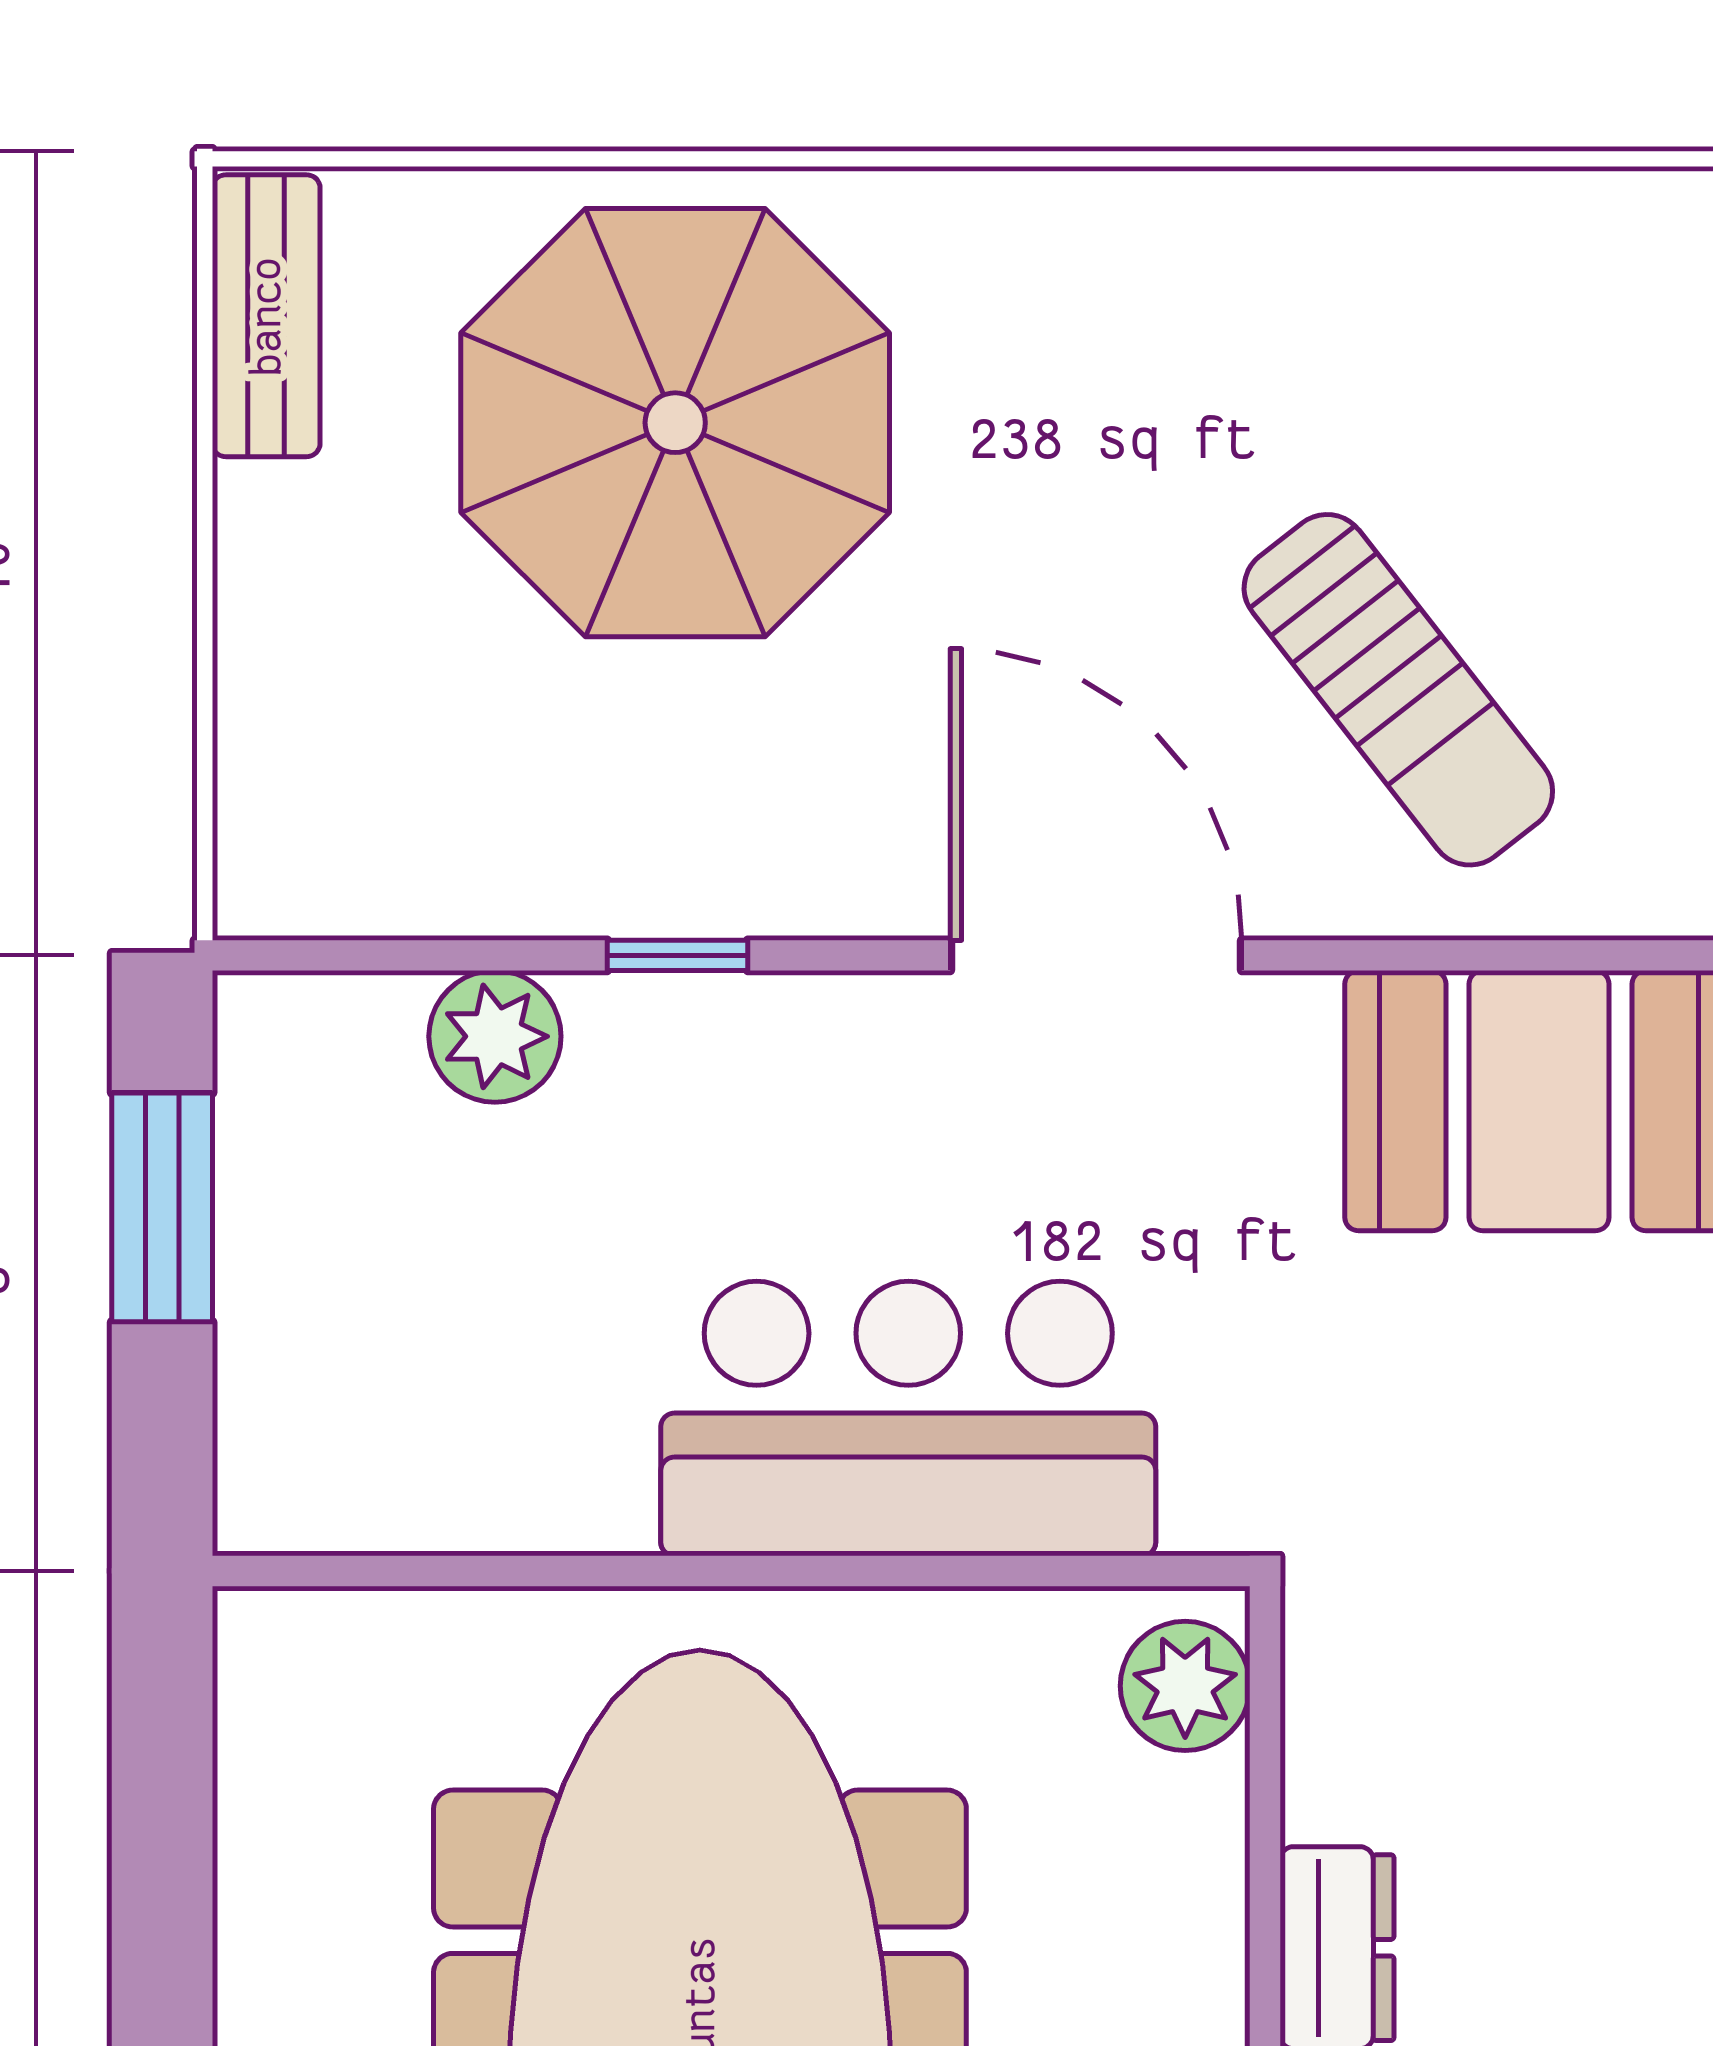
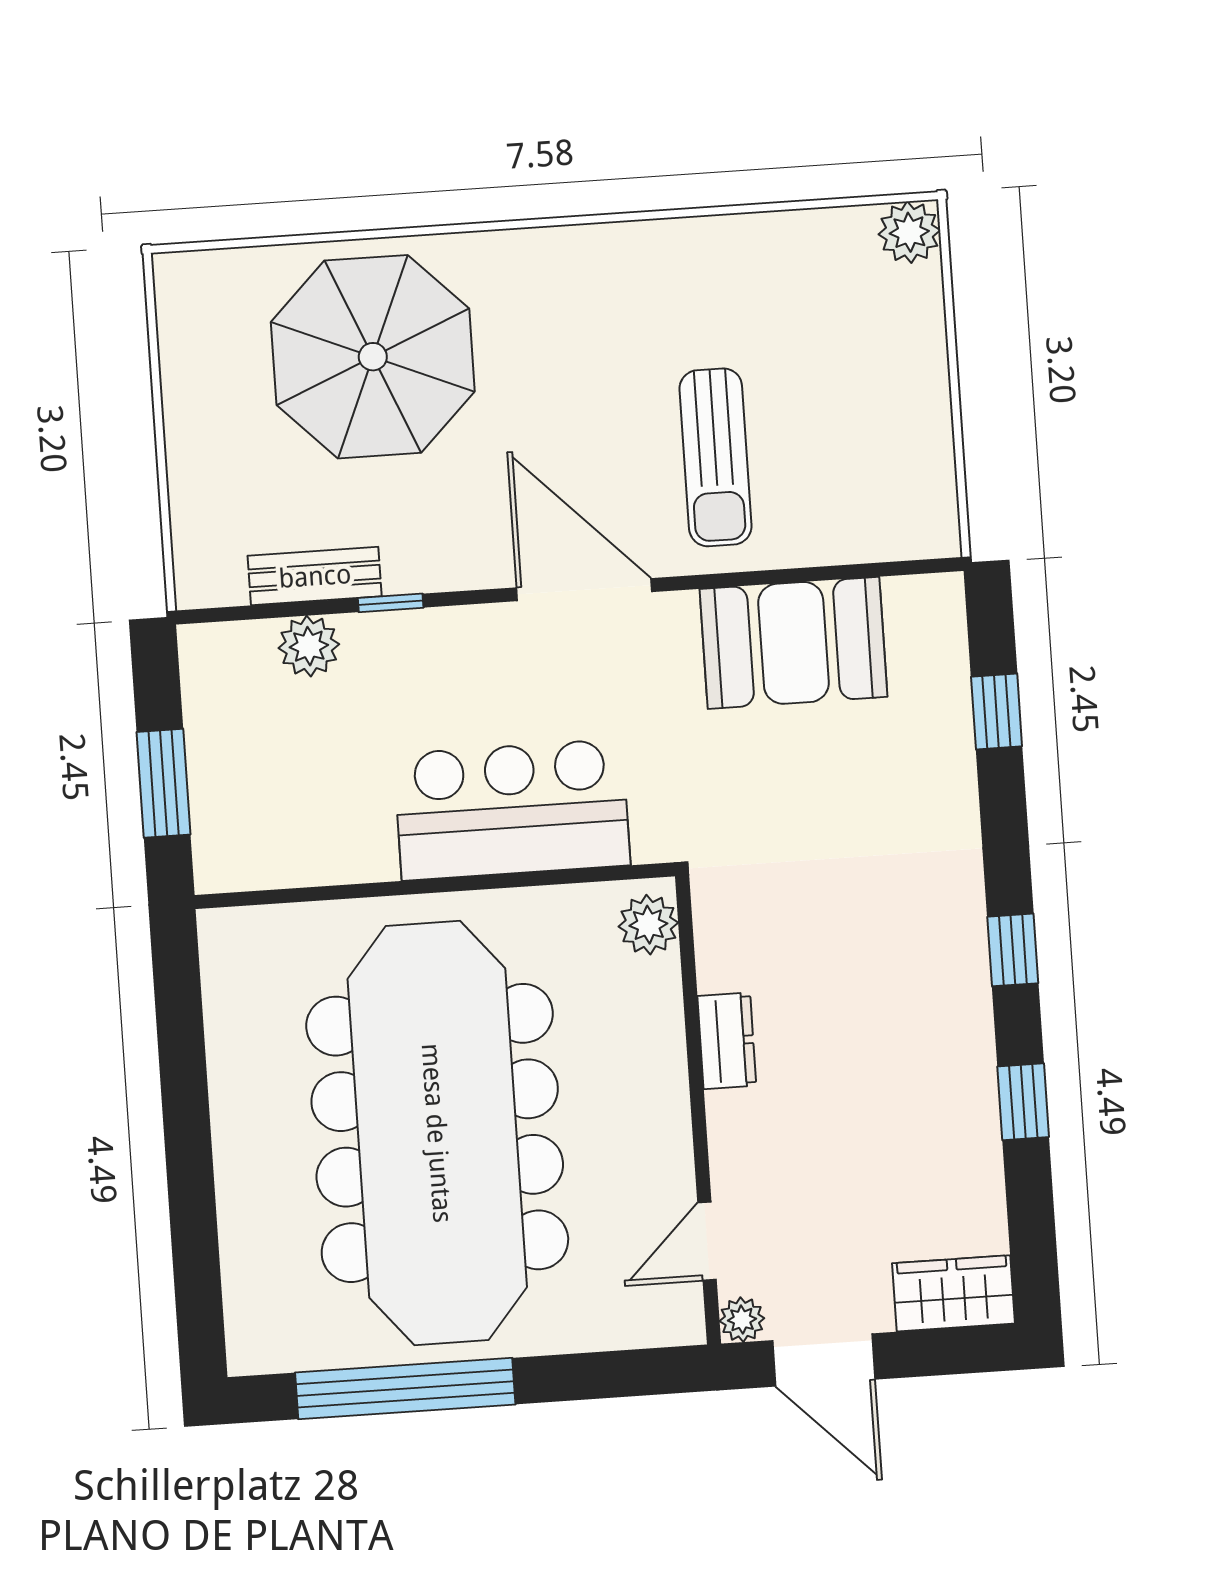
bench: (266, 316) -> (315, 576), moved, turned 90
sun lounger: (1398, 690) -> (716, 457), turned 38
window: (162, 1207) -> (163, 783), moved

